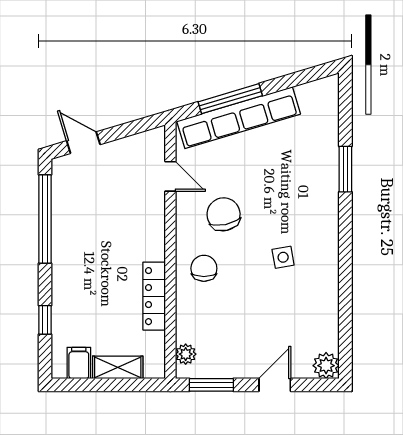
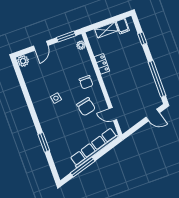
window: (230, 99) -> (83, 167), moved
locker: (154, 296) -> (102, 64), width x0.66

